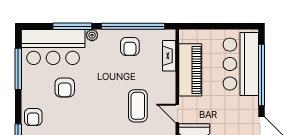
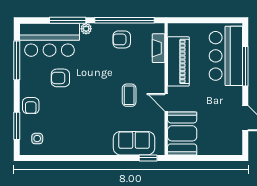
armchair: (130, 47) -> (122, 39), turned 90
window: (261, 75) -> (245, 66), width x0.68
armchair: (65, 88) -> (60, 78), turned 90
coffee table: (138, 106) -> (129, 95), width x0.73, depth x0.77

